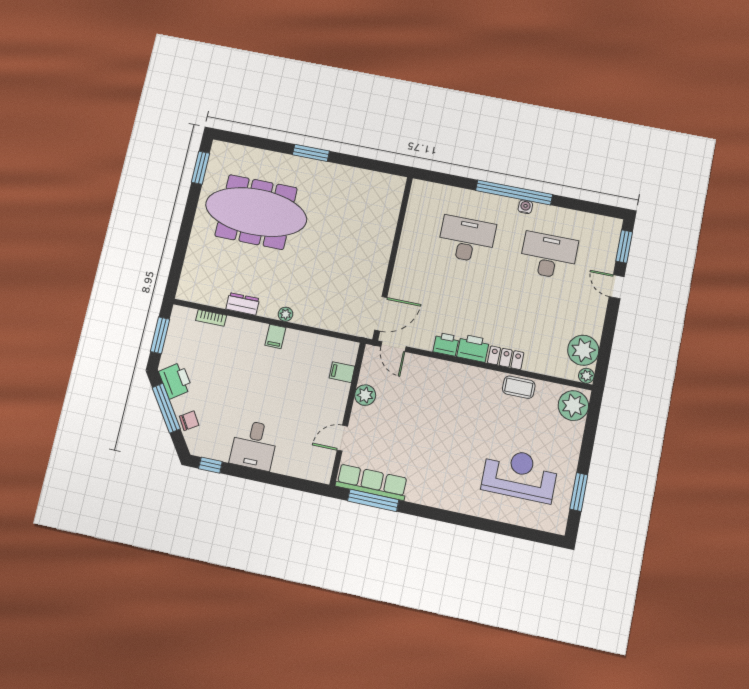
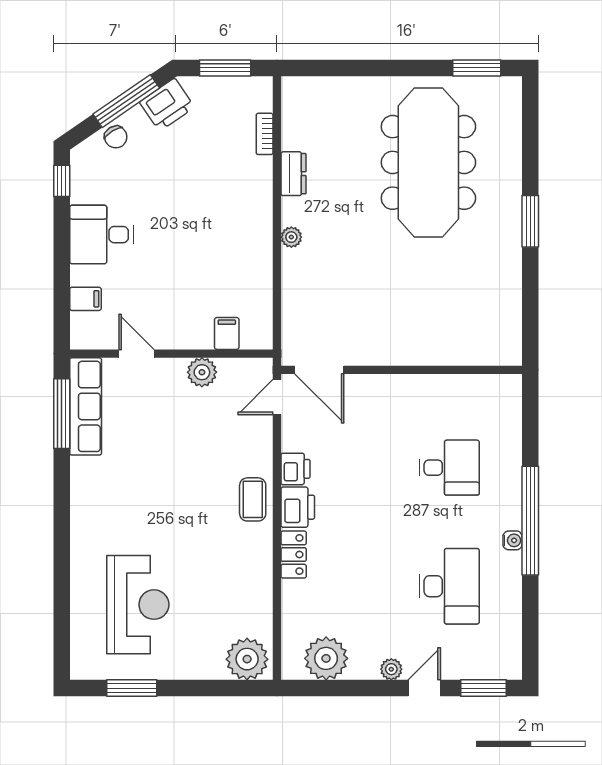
desk: (467, 239) -> (449, 468), width x0.73
filing cabinet: (275, 336) -> (85, 299), moved, turned 180
plant: (586, 376) -> (391, 669), moved
coffee table: (519, 387) -> (253, 499), moved

